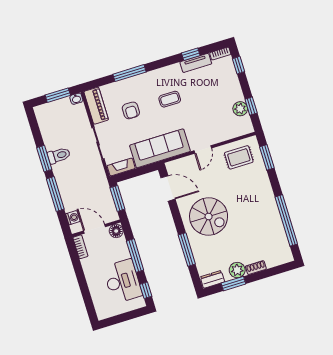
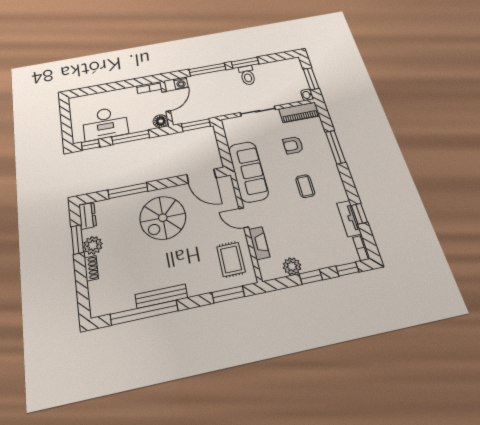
window: (251, 106) -> (311, 277), moved
fireplace: (121, 167) -> (259, 243), moved
door: (168, 188) -> (201, 176), hinge flipped
bench: (273, 209) -> (161, 296), added

